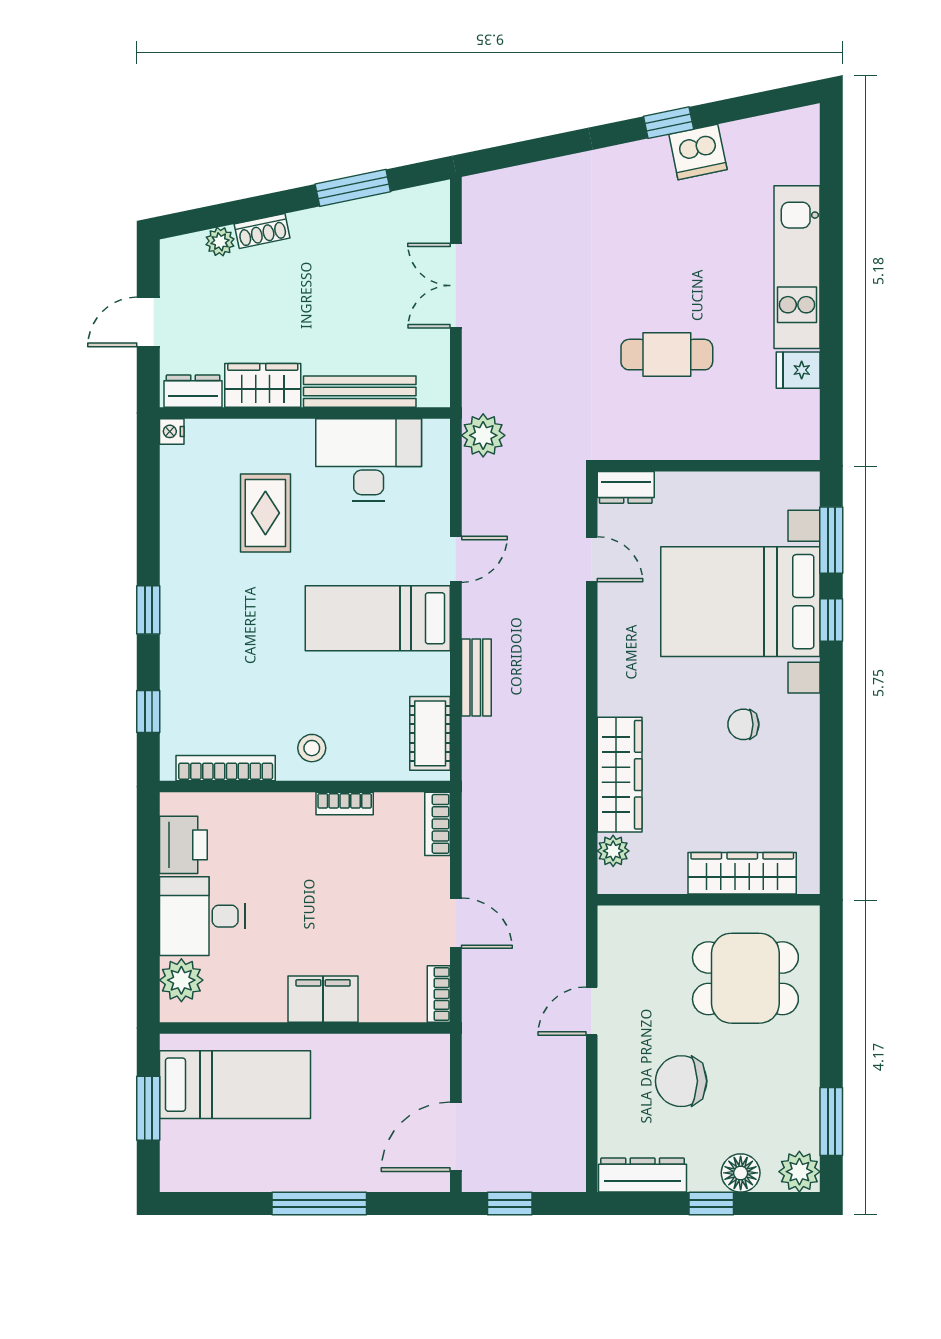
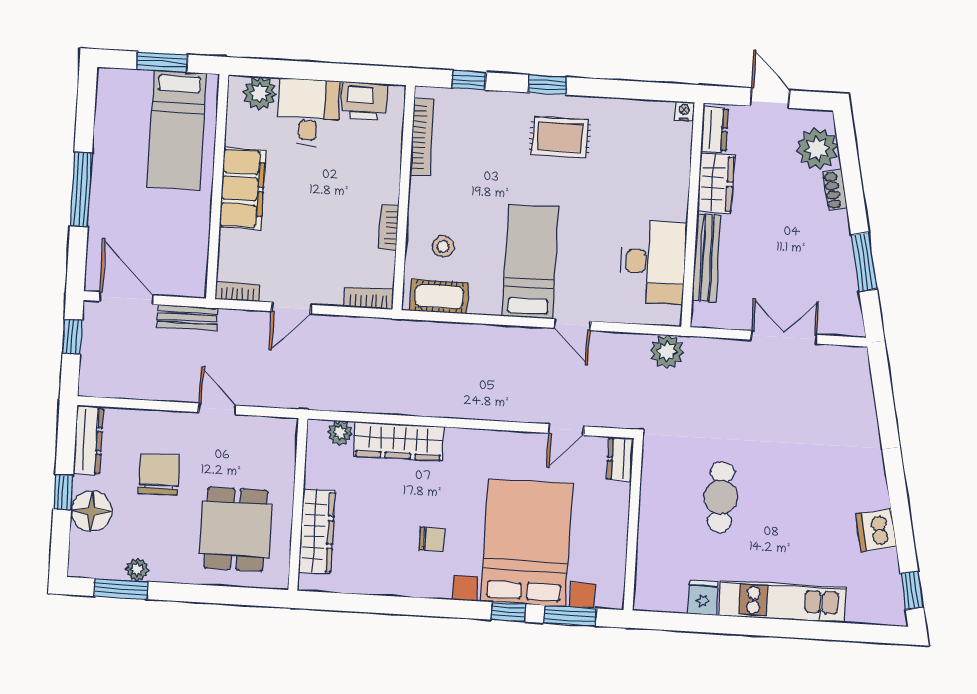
window: (669, 123) -> (912, 590), moved
plant: (220, 242) -> (817, 149), width x1.87, depth x1.87
rug: (265, 513) -> (560, 137), moved
bench: (476, 678) -> (187, 318), moved
chair: (743, 724) -> (432, 539), turned 90
stool: (312, 748) -> (443, 246), moved
filing cabinet: (323, 999) -> (242, 189), width x1.50, depth x1.17
plant: (799, 1172) -> (137, 570), moved, width x0.73, depth x0.73
floor lamp: (741, 1173) -> (91, 511), width x1.38, depth x1.38

